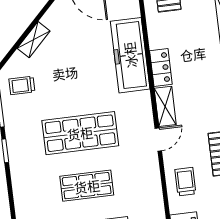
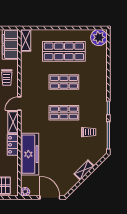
trolley: (22, 85) -> (89, 132), moved
shop shelf: (80, 133) -> (64, 113), width x0.70, depth x0.74

